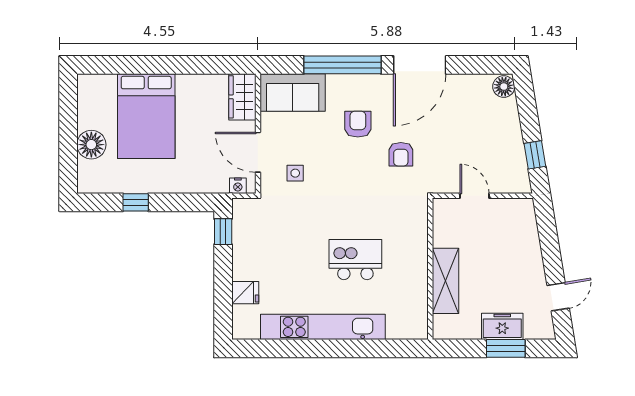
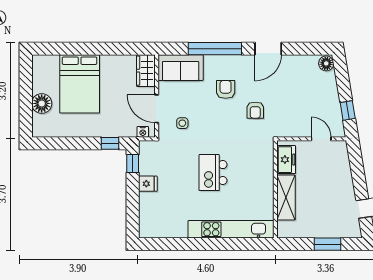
door: (420, 65) -> (268, 49), width x0.73
door: (475, 196) -> (321, 139), moved
window: (136, 202) -> (110, 143), moved
kitchen island: (355, 260) -> (213, 173), moved, turned -90
fridge: (245, 293) -> (148, 184), moved
freezer: (502, 326) -> (286, 160), moved, turned 90
kitchen unit: (323, 327) -> (231, 229), moved

